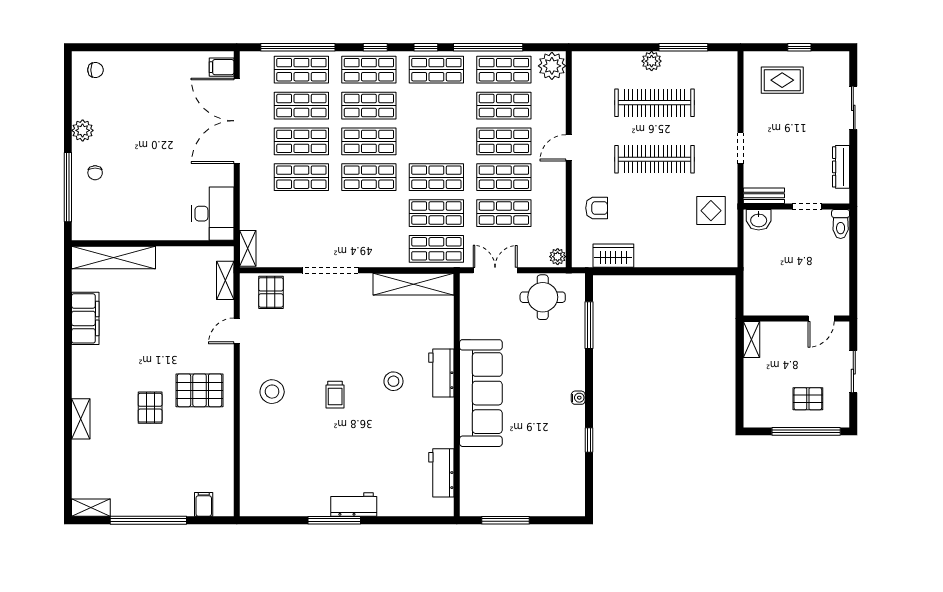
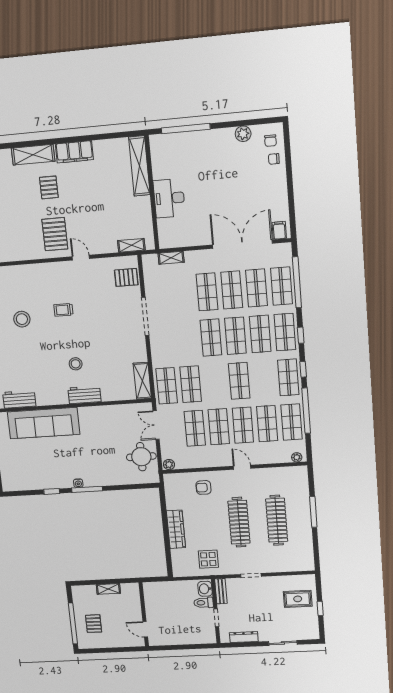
window: (683, 47) -> (313, 512), moved
plant: (652, 61) -> (304, 517), removed
plant: (552, 66) -> (297, 457), width x0.53, depth x0.53
rug: (782, 80) -> (298, 599), turned 90
plant: (83, 130) -> (243, 134), moved
chair: (95, 173) -> (274, 159), moved
shop shelf: (436, 177) -> (239, 381), moved
armchair: (597, 208) -> (203, 487), turned 90
desk: (213, 214) -> (169, 198), moved, turned 90
toilet: (841, 224) -> (204, 603), moved
shelving: (248, 248) -> (171, 258), moved
wardrobe: (613, 256) -> (176, 529), moved, width x1.50
double door: (495, 270) -> (156, 425), swing flipped
shelving: (413, 284) -> (142, 381), width x0.68
filing cabinet: (85, 318) -> (74, 152), moved
window: (589, 325) -> (87, 489), moved
door: (237, 331) -> (81, 258), moved
shelving: (751, 339) -> (108, 589), moved
sliding door: (853, 372) -> (114, 650), removed
stool: (272, 392) -> (22, 319), moved
sofa: (481, 393) -> (44, 423), moved
trolley: (335, 395) -> (63, 310), moved
pallet: (150, 408) -> (49, 187), moved, turned 90
shelving: (81, 419) -> (33, 155), width x1.50, depth x1.33

